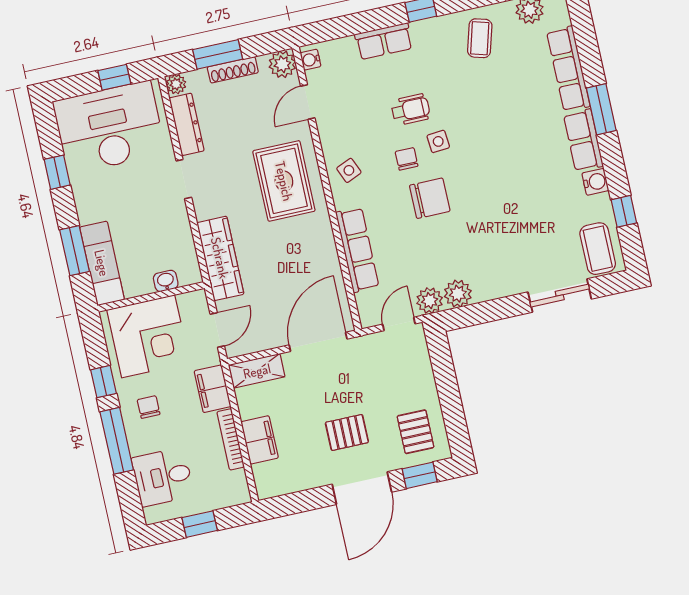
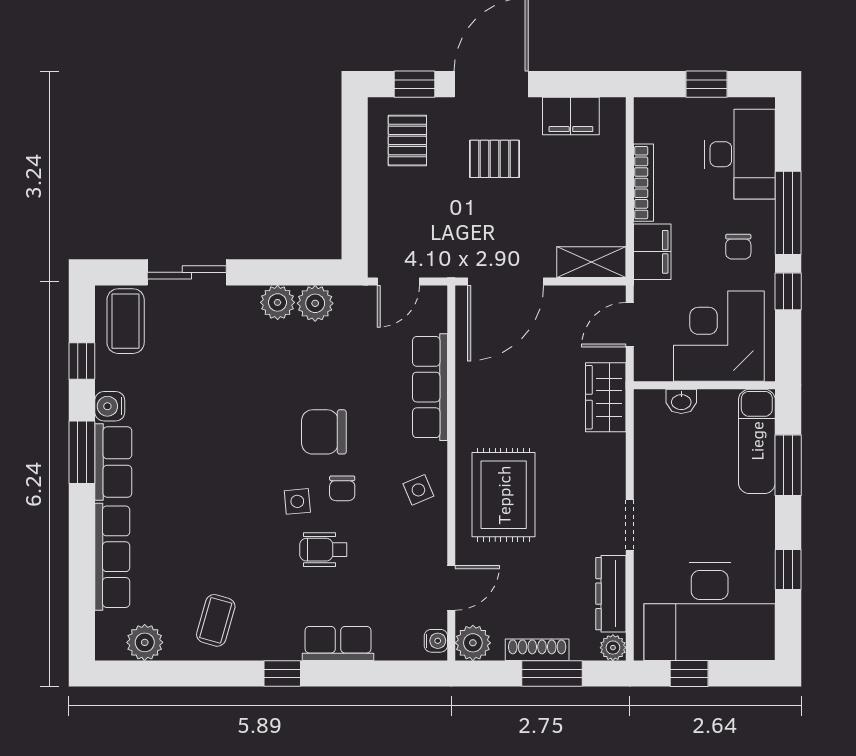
window: (601, 109) -> (82, 452), moved
wardrobe: (220, 258) -> (606, 397), width x0.67
plant: (430, 301) -> (278, 302), moved
filing cabinet: (260, 440) -> (571, 116), moved, turned -90
desk: (163, 477) -> (740, 154), width x1.37

